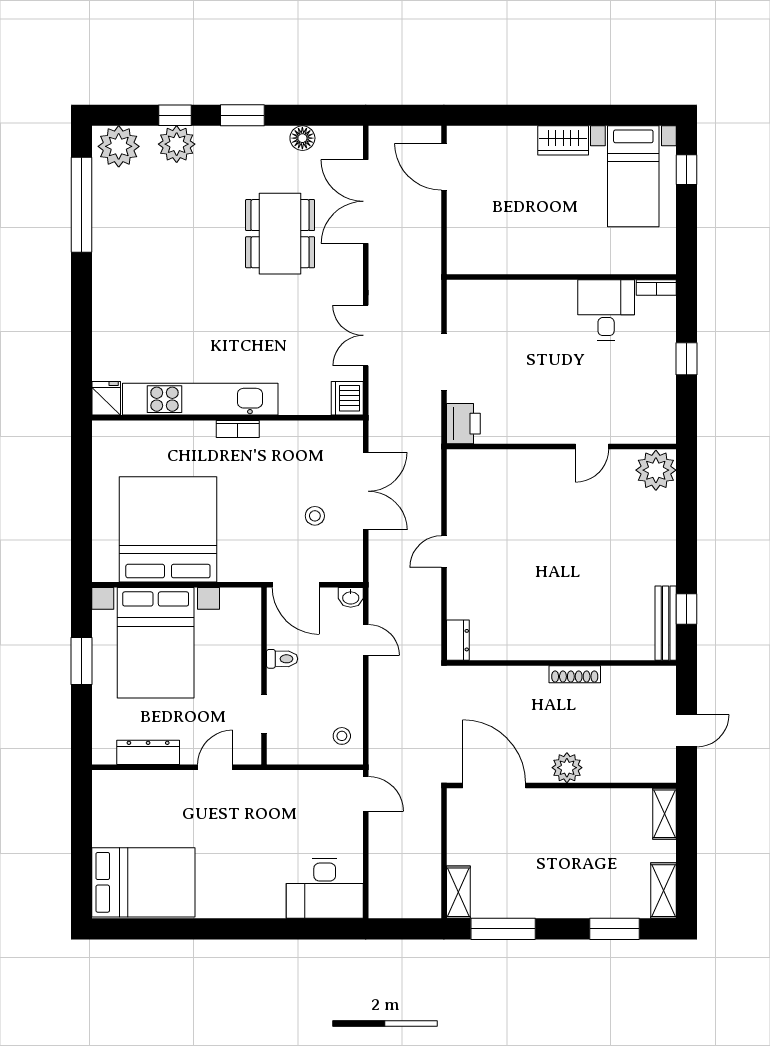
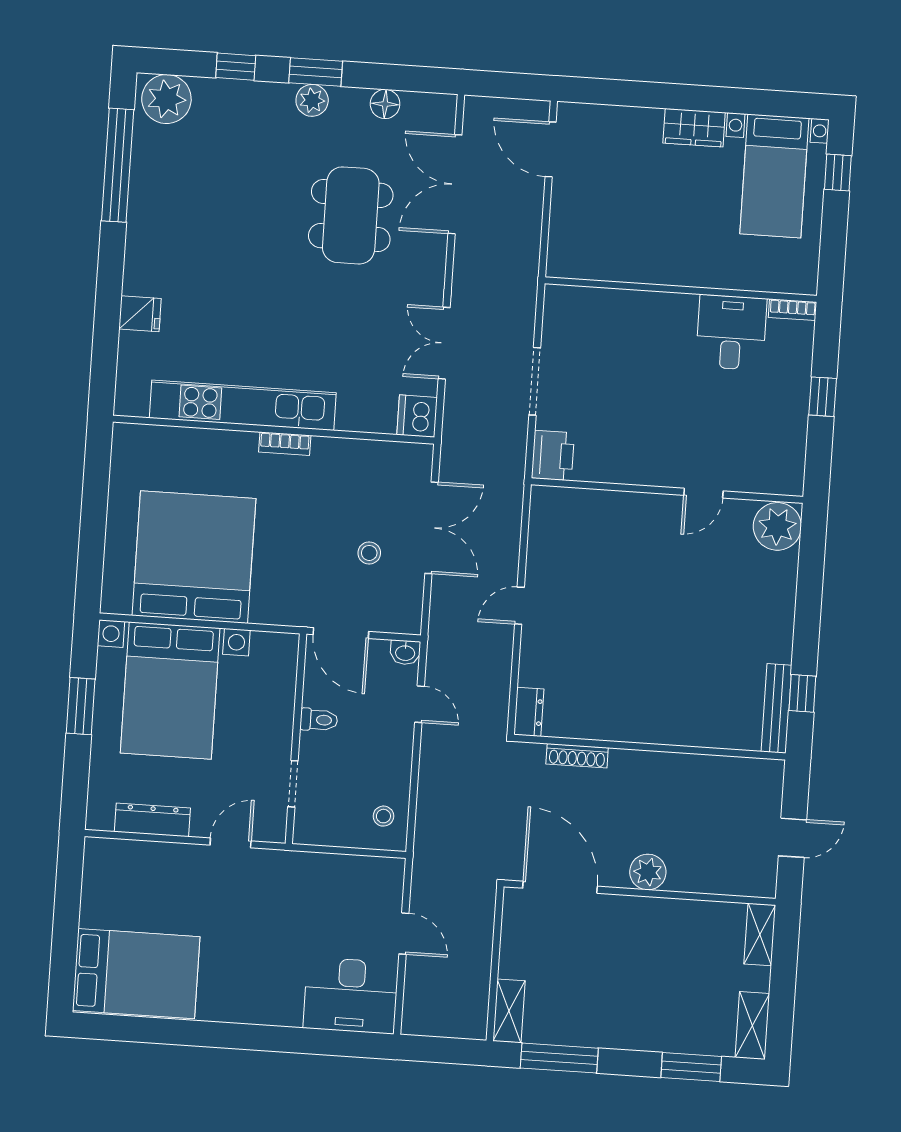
plant: (177, 144) -> (312, 100), moved, width x0.73, depth x0.73
fridge: (106, 398) -> (140, 314), moved, turned 90
shoe rack: (575, 674) -> (577, 756), moved
door: (366, 794) -> (404, 934), moved

